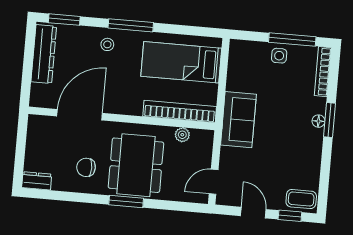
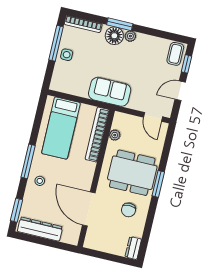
floor lamp: (318, 121) -> (114, 36), width x1.89, depth x1.89
plant: (316, 136) -> (130, 36), added

